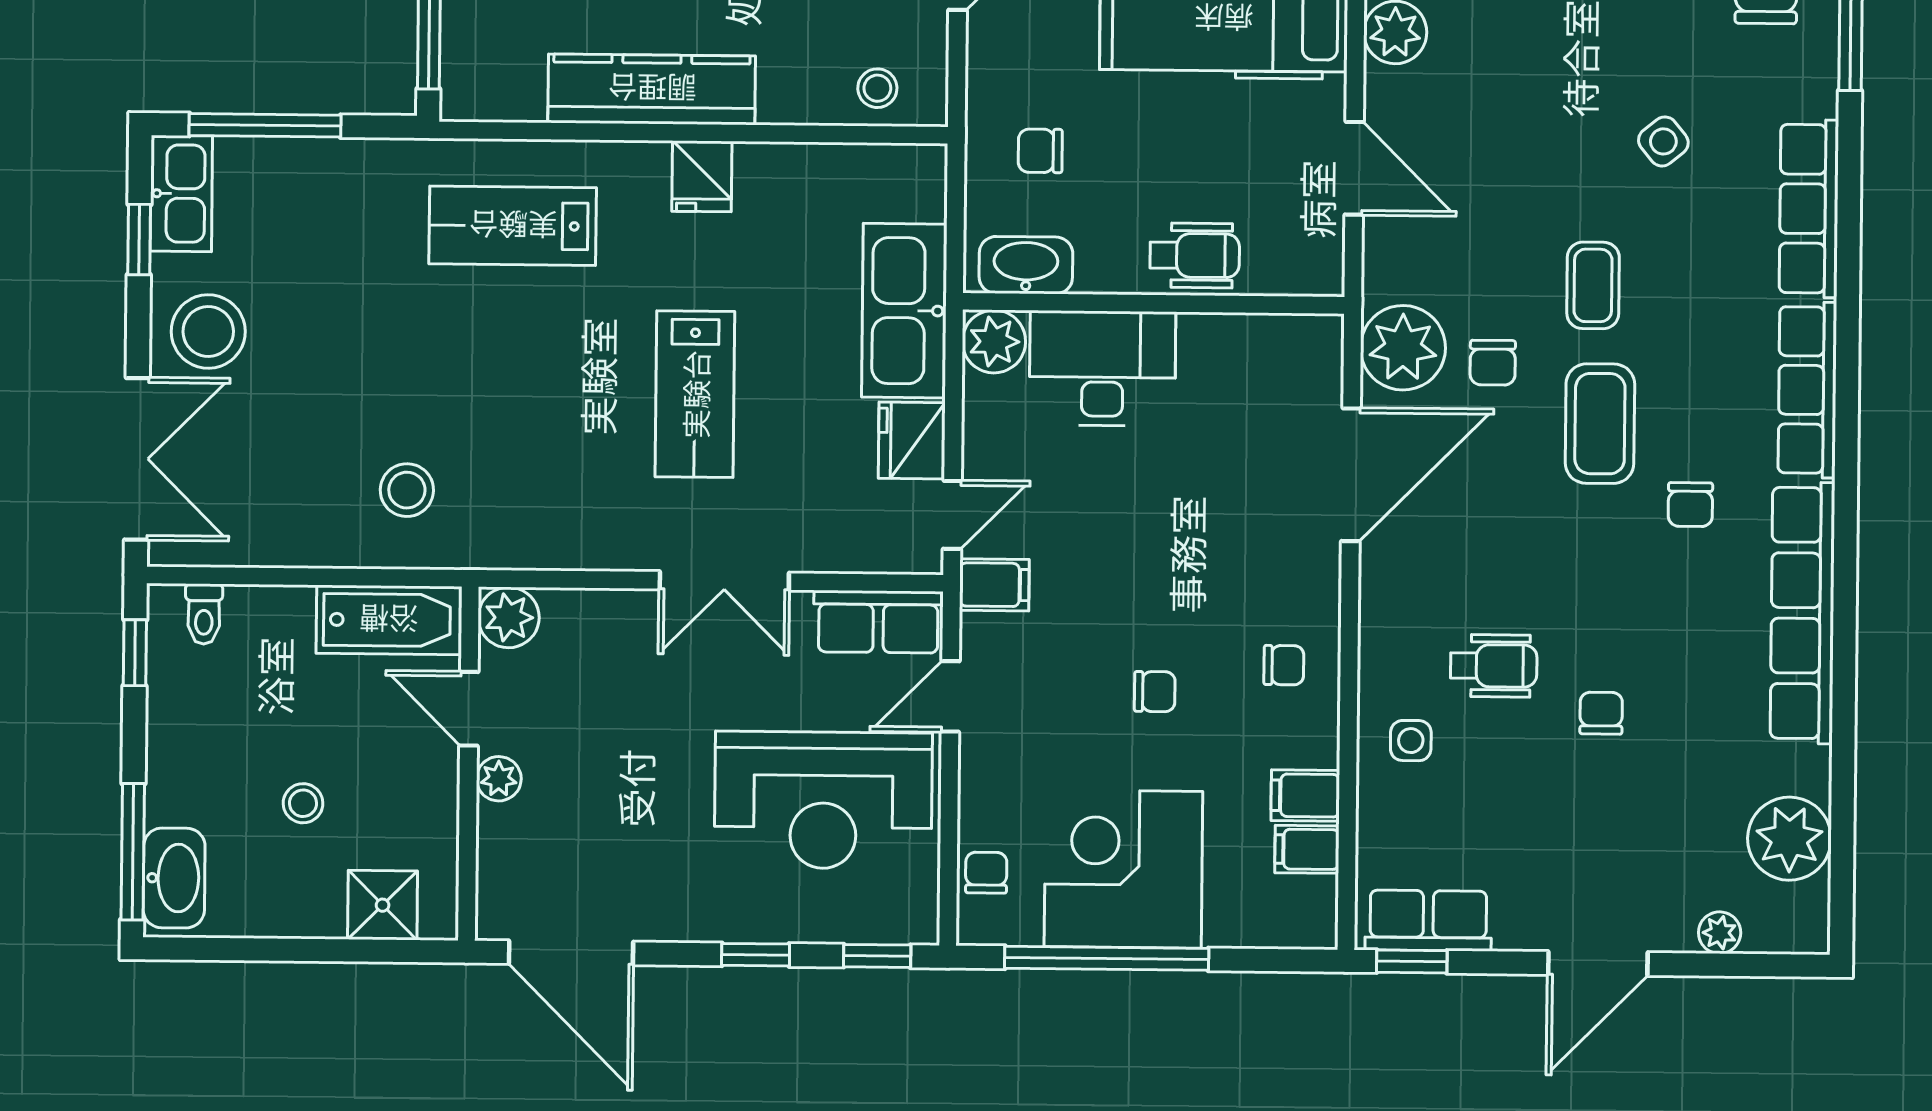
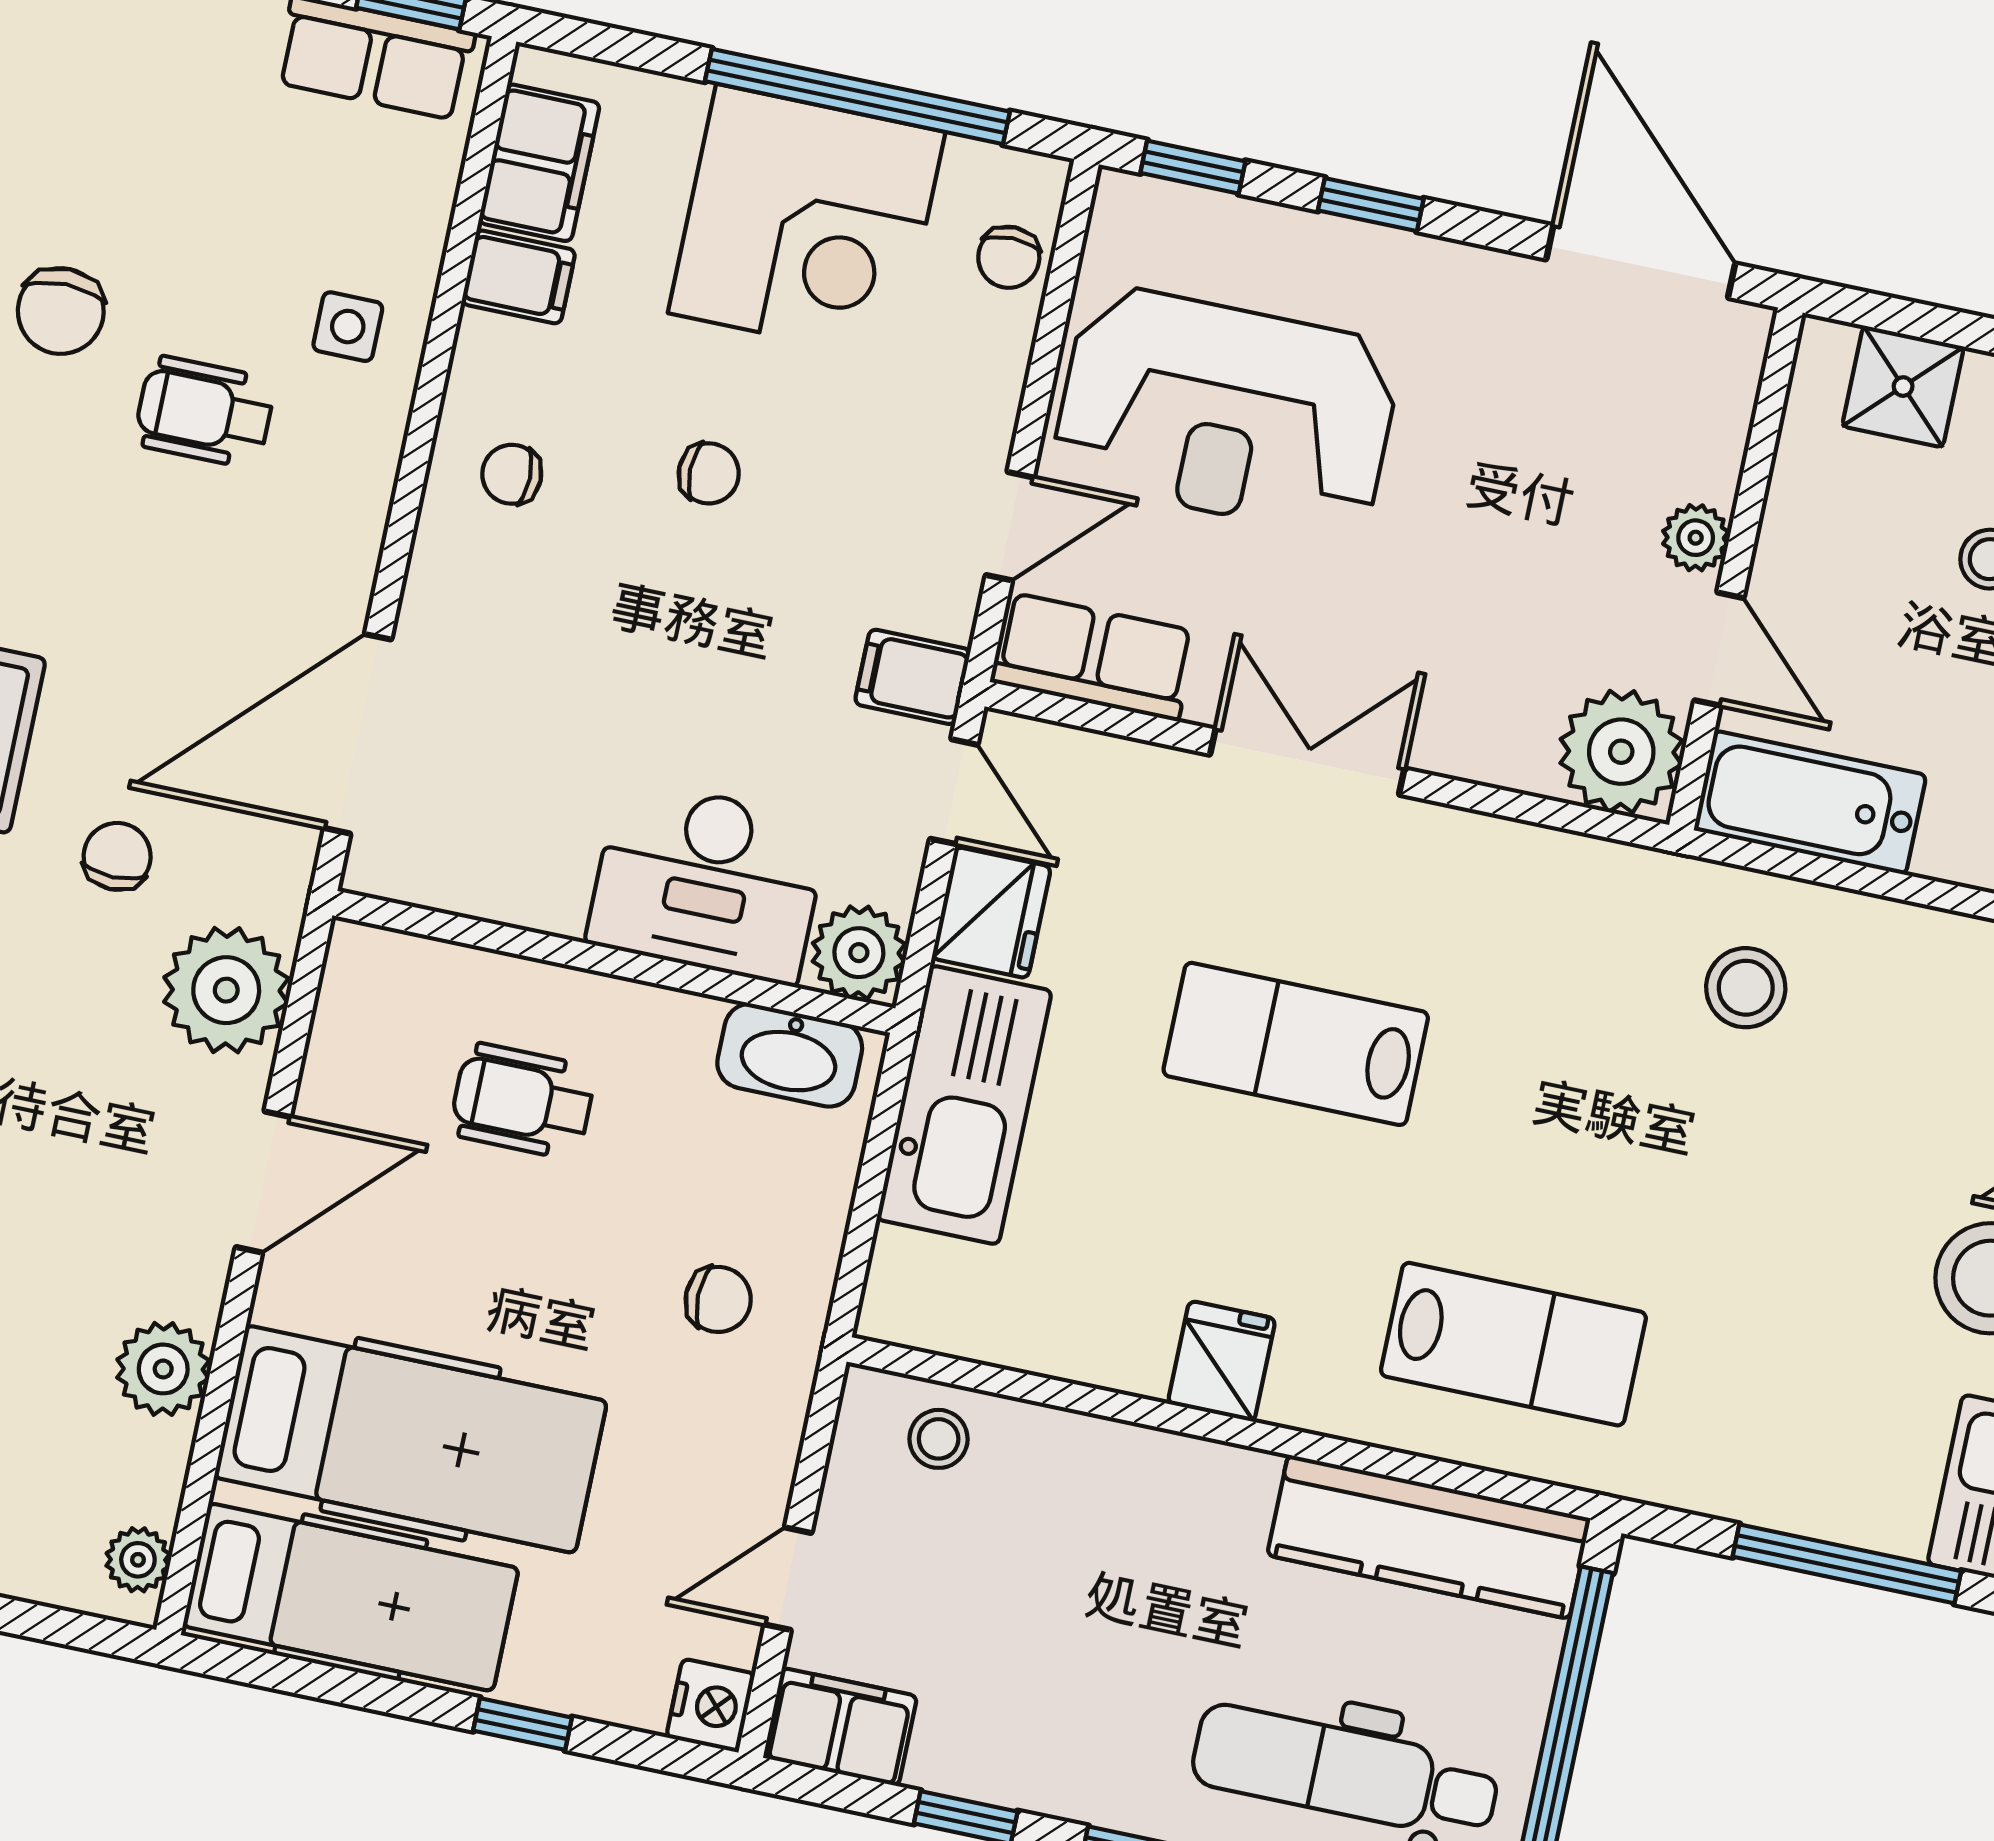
kitchen counter: (652, 89) -> (1429, 1537), moved
door: (1354, 168) -> (263, 1182), swing flipped
washbasin: (1026, 265) -> (790, 1055), moved
wall: (1154, 303) -> (614, 962), moved
plant: (994, 342) -> (859, 953), moved
plant: (1403, 348) -> (226, 990), moved
desk: (1102, 368) -> (708, 882), moved
lab bench: (695, 394) -> (1296, 1044), turned -90
door: (952, 515) -> (954, 792), swing flipped
plant: (509, 617) -> (1621, 752), width x1.36, depth x1.36
chair: (1155, 692) -> (709, 473), turned 180
chair: (1601, 713) -> (61, 311), width x1.37, depth x1.37
reception desk: (823, 800) -> (1226, 411), turned 180
filing cabinet: (1307, 849) -> (539, 163), width x2.00

